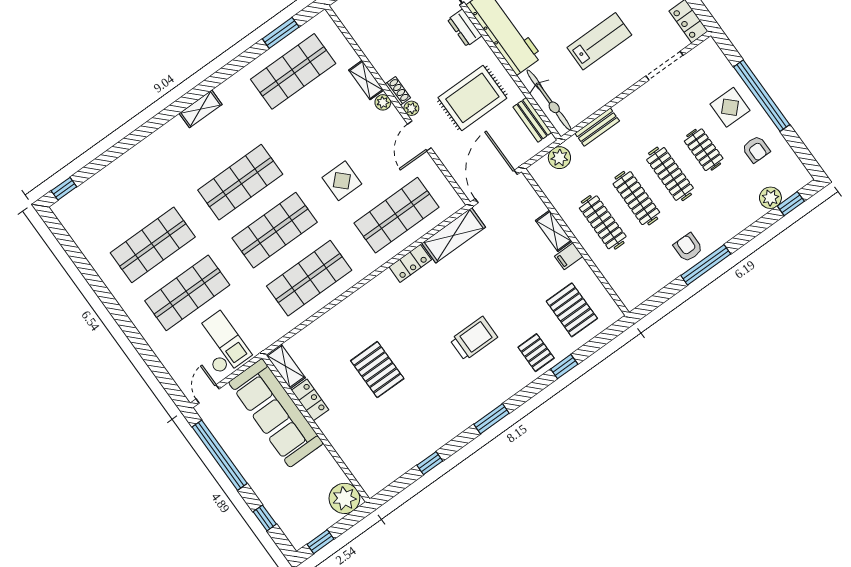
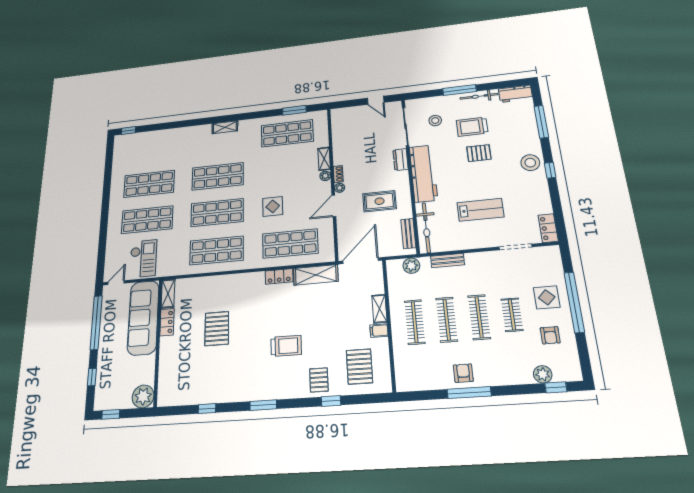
rug: (472, 98) -> (380, 201), width x0.73, depth x0.70

